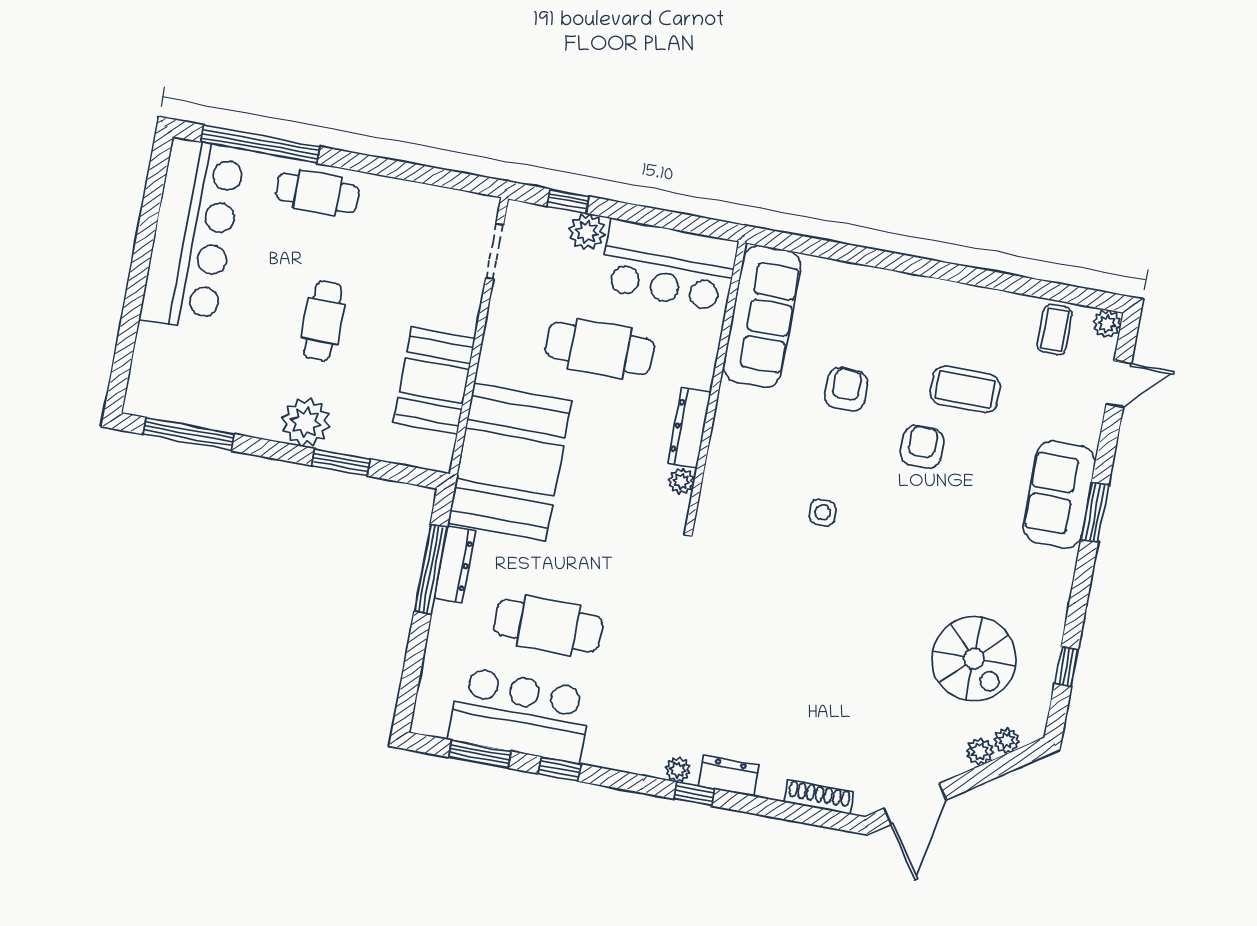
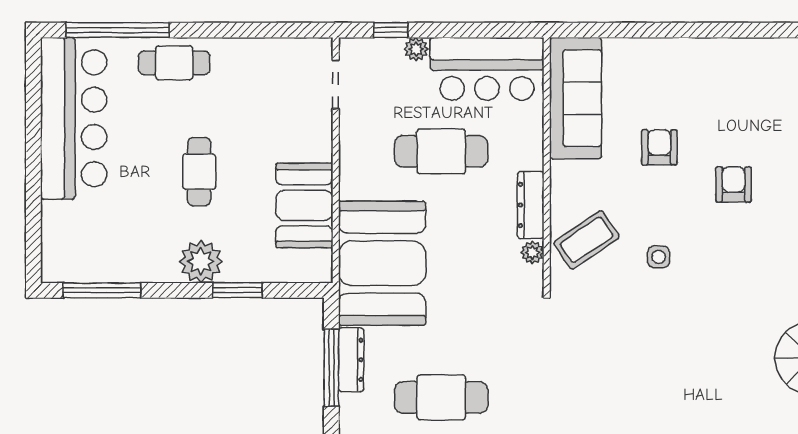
plant: (587, 232) -> (416, 49), width x0.73, depth x0.73
coffee table: (965, 389) -> (587, 240), moved, turned -34

